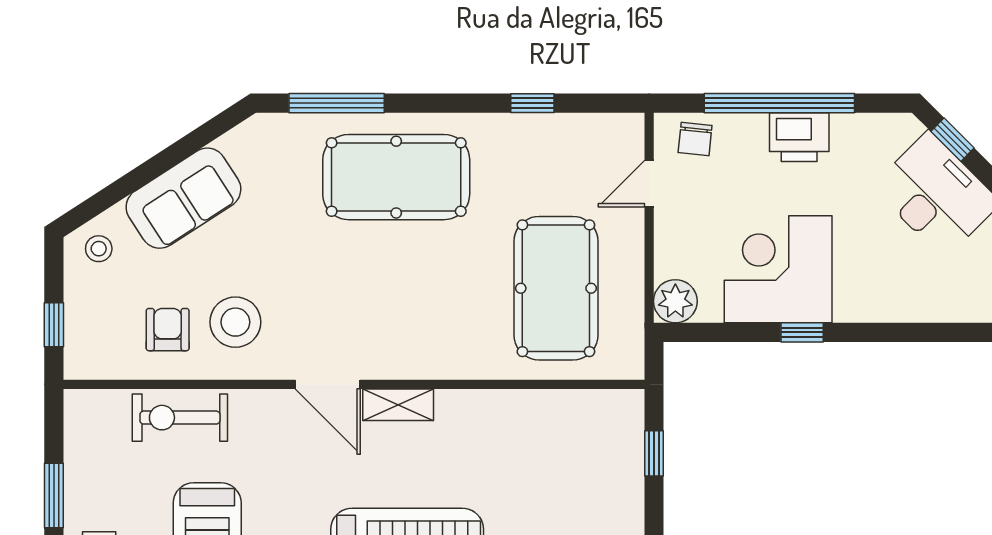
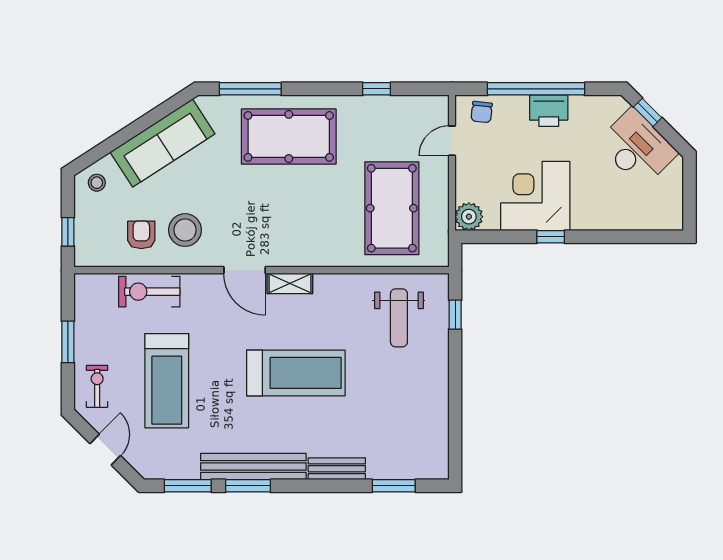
sofa: (183, 198) -> (162, 143), width x1.36
weight bench: (567, 458) -> (399, 318), added

